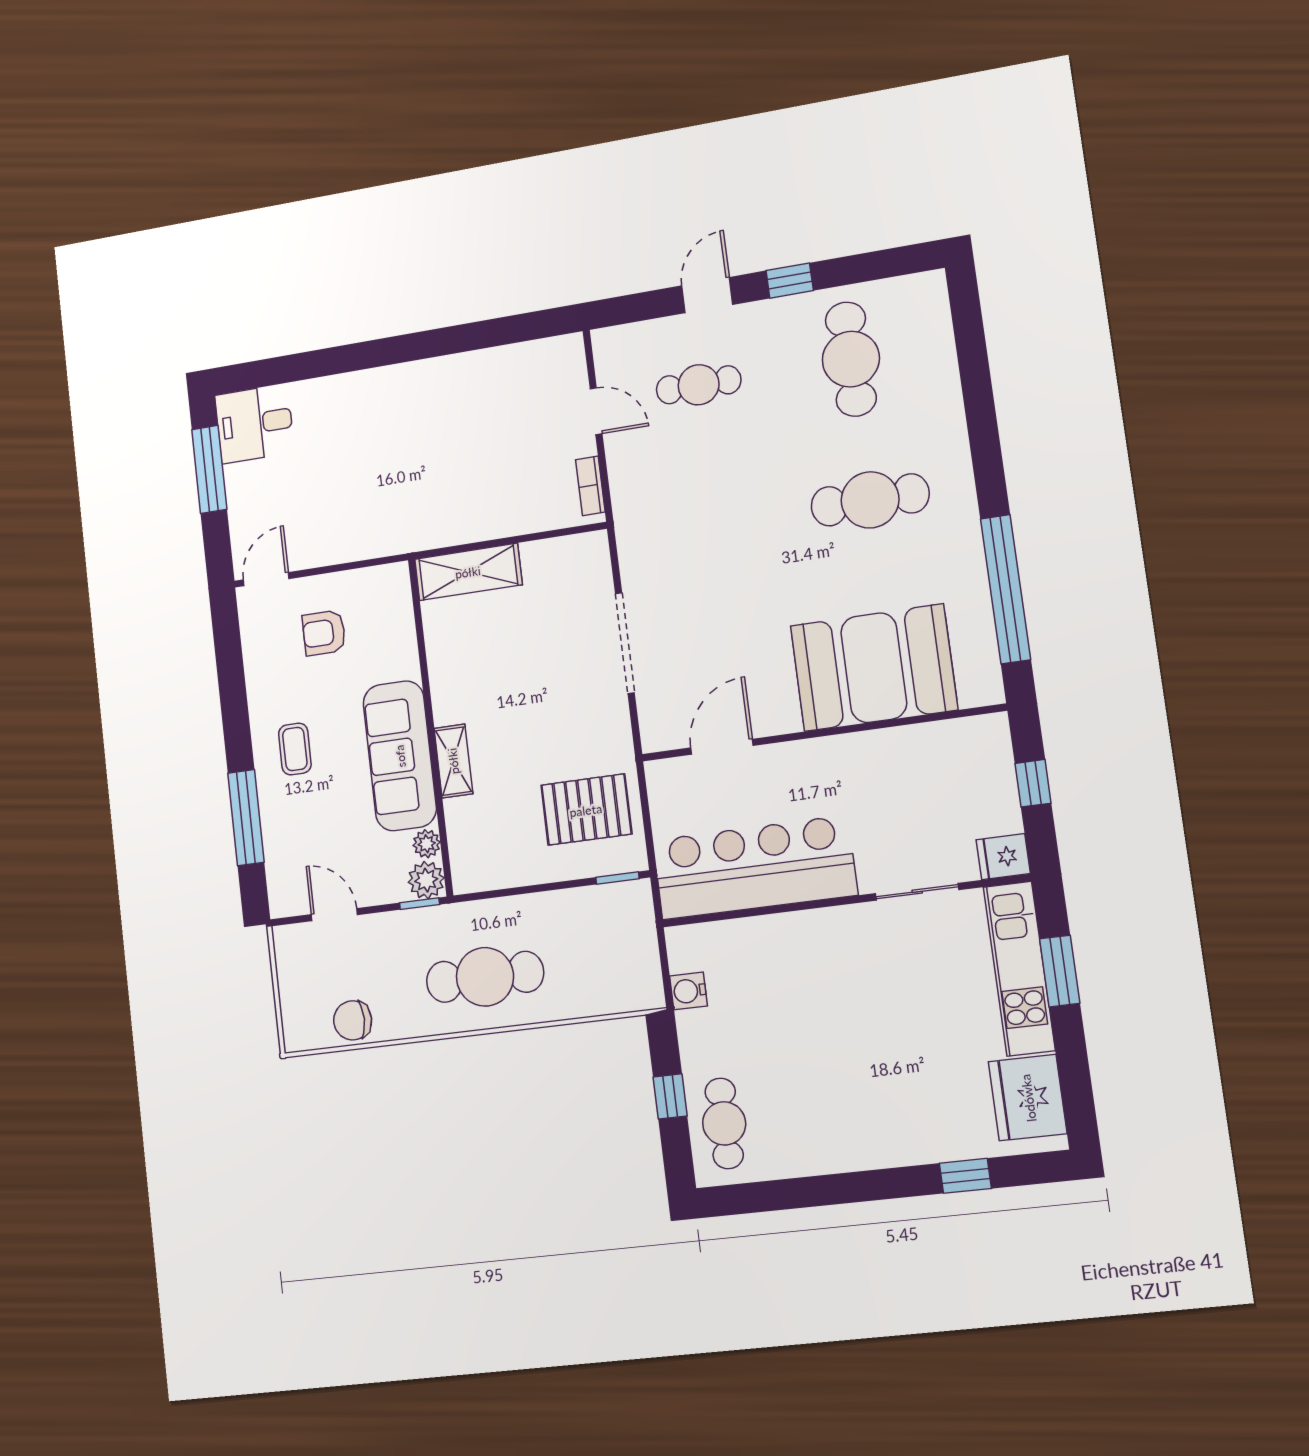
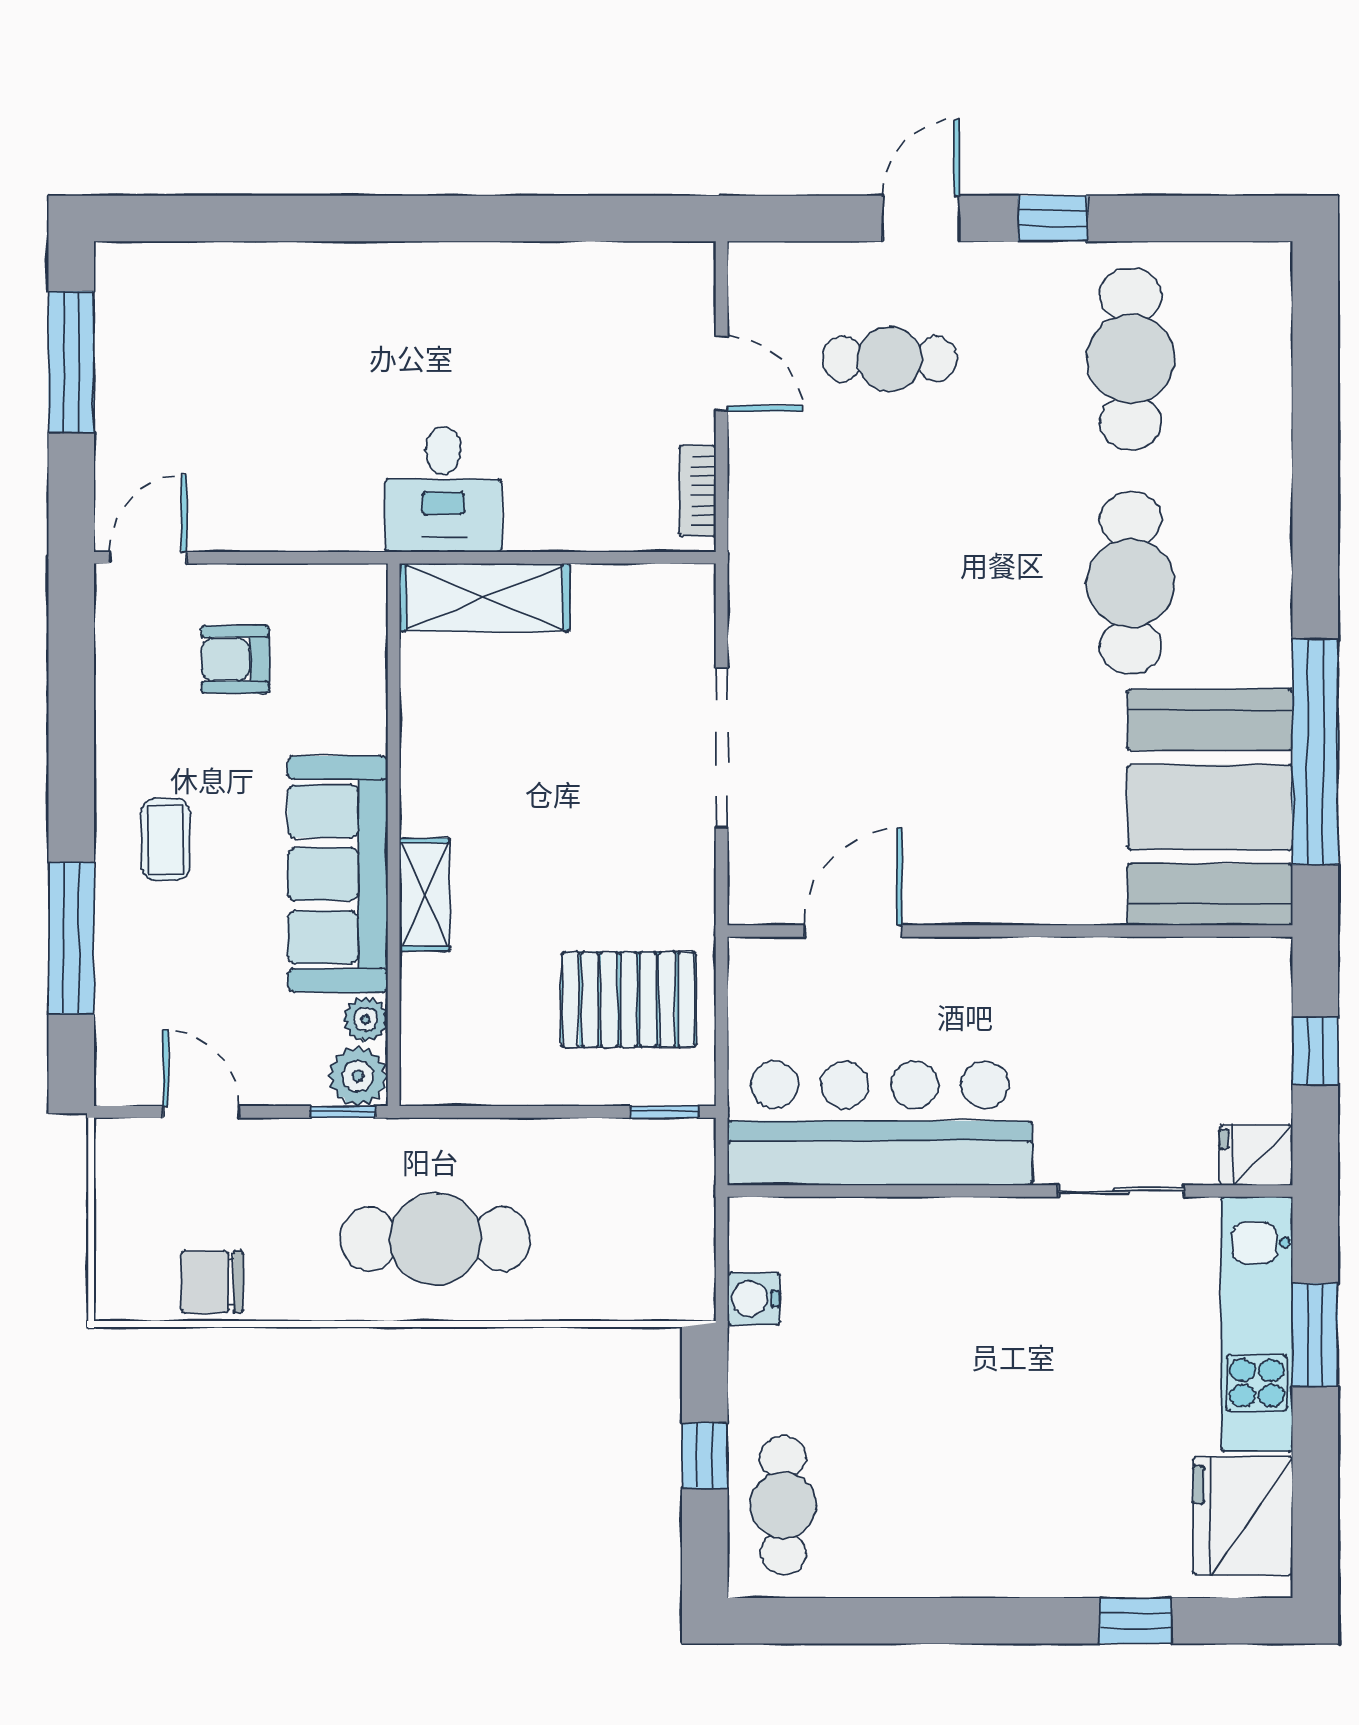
desk: (255, 424) -> (443, 489), moved, turned -90
cafe table: (870, 500) -> (1131, 583), turned 90
booth: (874, 668) -> (1210, 807), moved, turned 90

